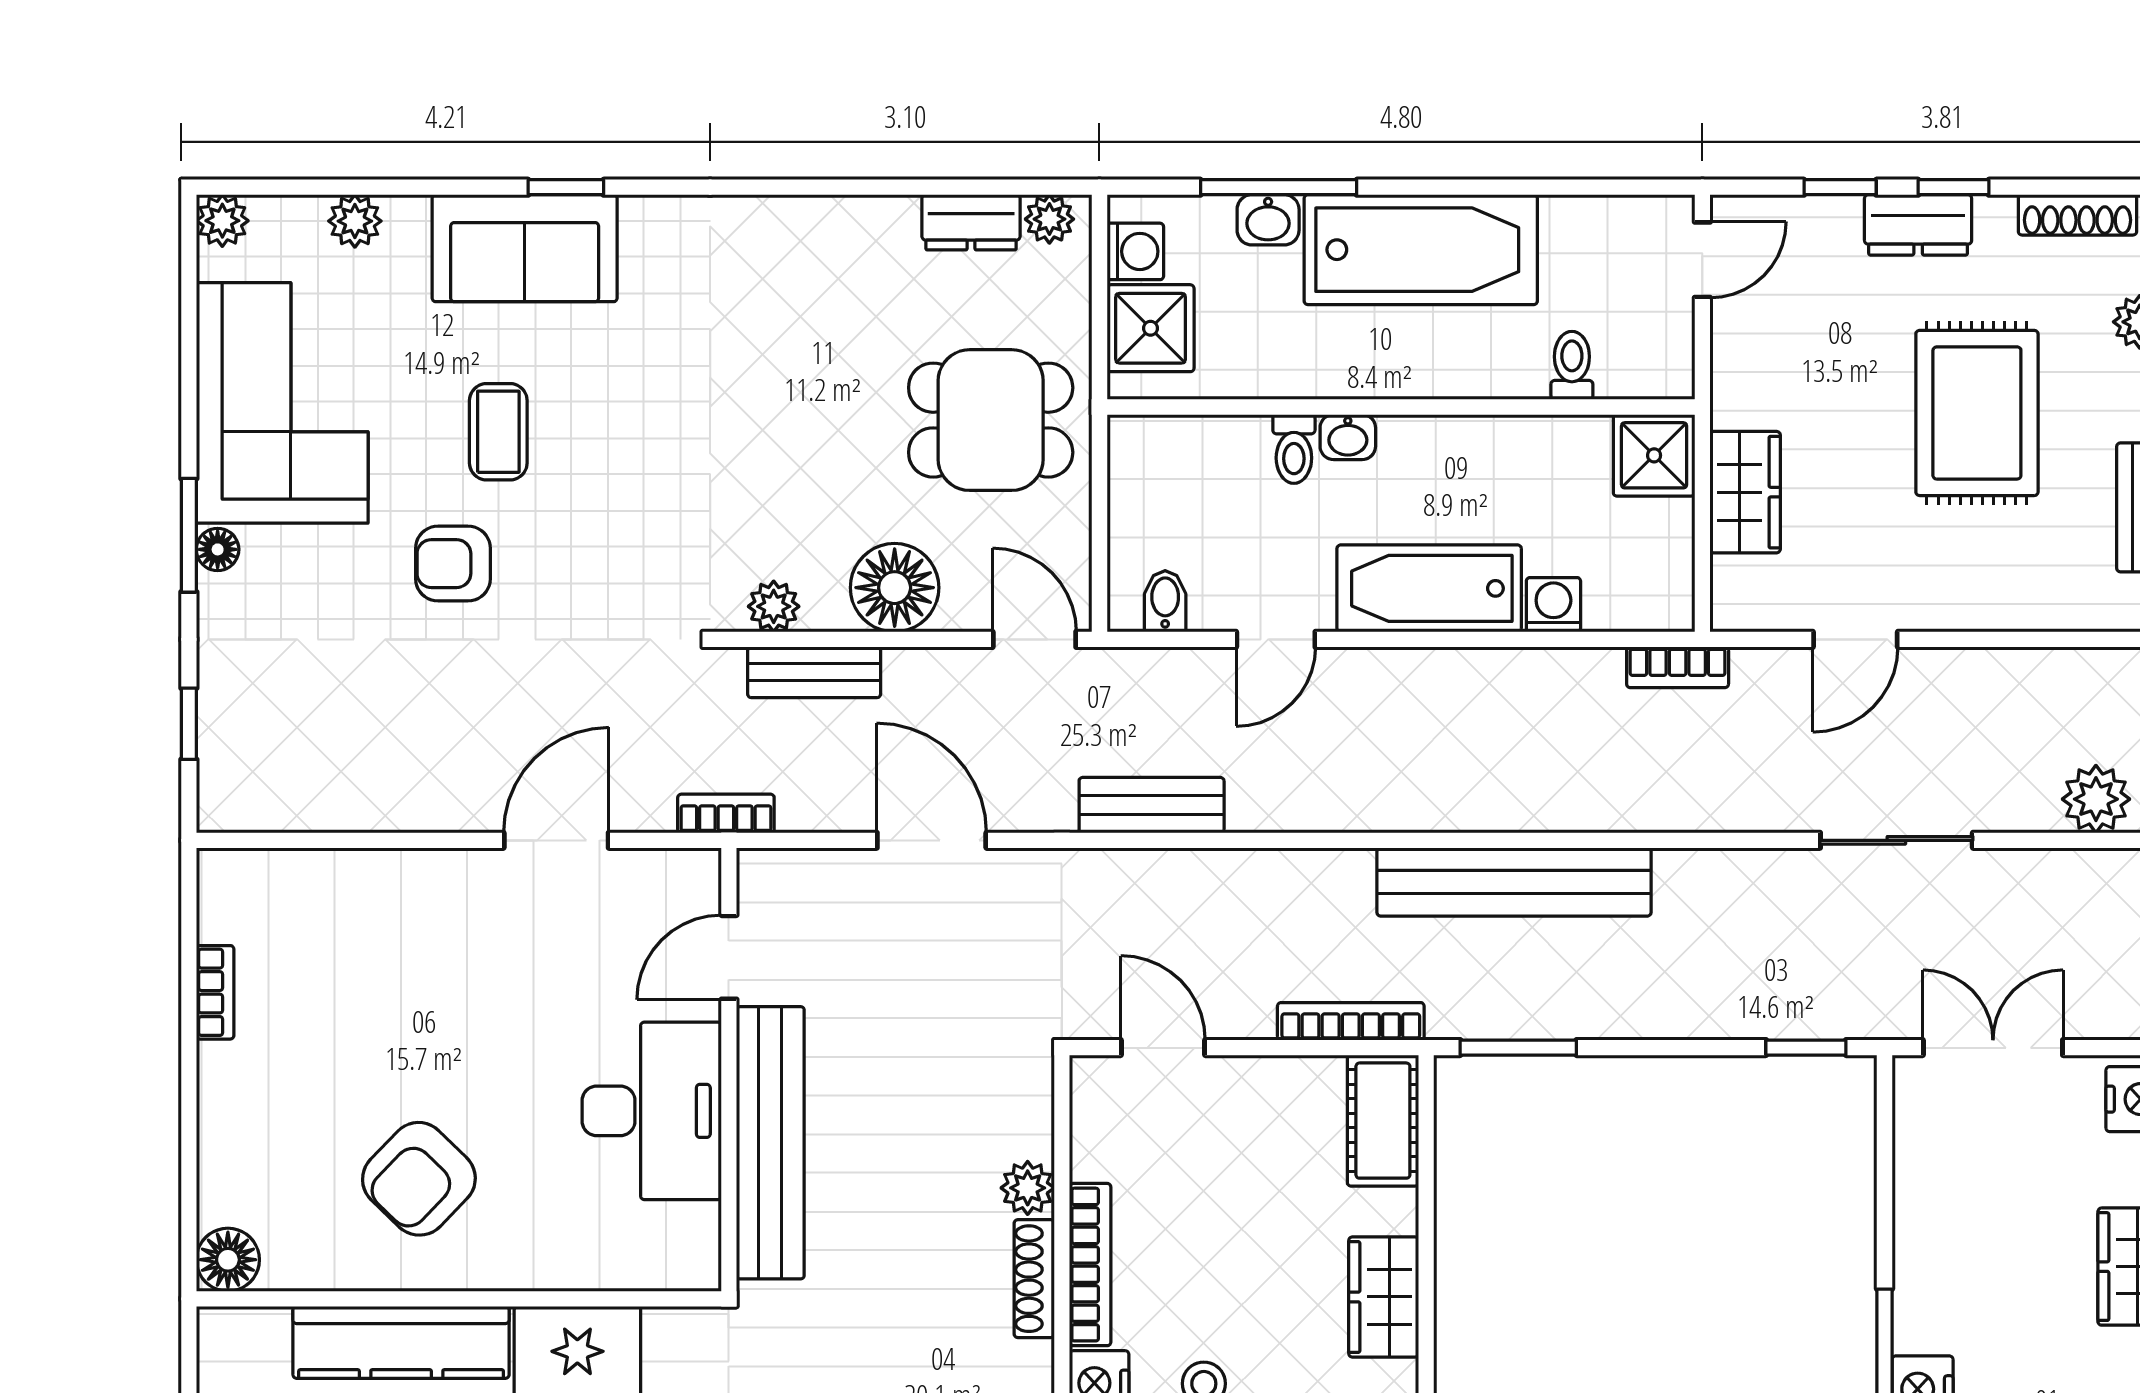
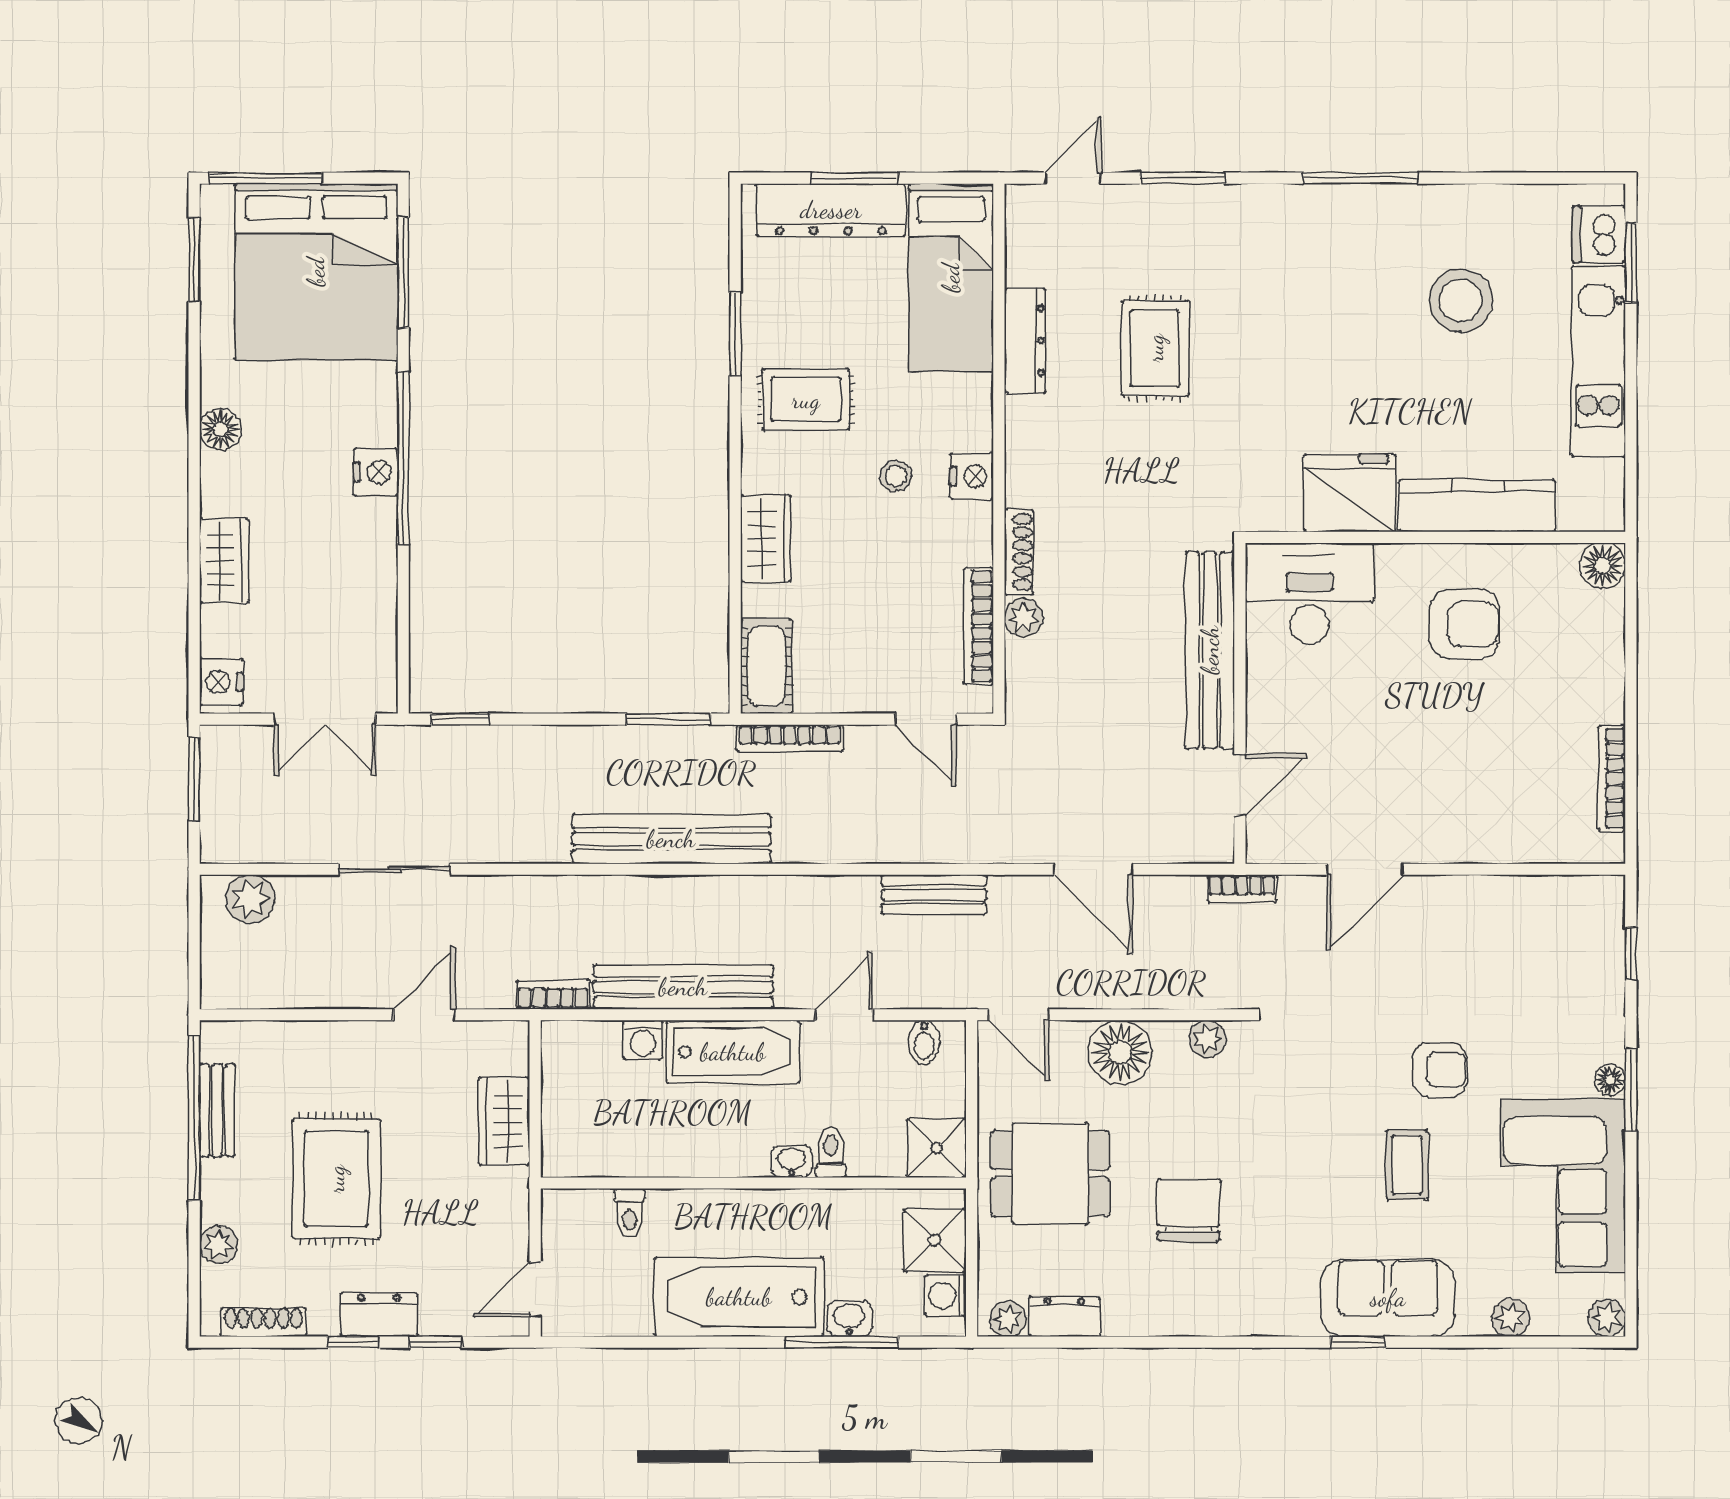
chair: (800, 370) -> (1189, 1210), added
shower: (1654, 455) -> (937, 1148), moved
bench: (814, 672) -> (683, 987), moved, width x1.86, depth x1.21
bookcase: (215, 992) -> (1612, 778), width x1.56
desk: (652, 1111) -> (1310, 593), moved, turned 90
armchair: (419, 1179) -> (1464, 624), turned 46
bookcase: (1090, 1265) -> (978, 626), moved

